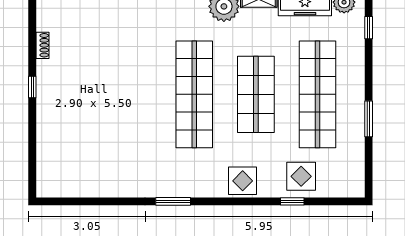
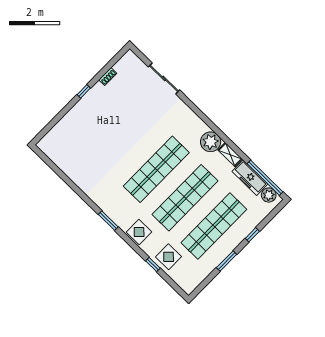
window: (369, 28) -> (252, 235), moved
shop shelf: (256, 94) -> (185, 198), width x1.40
window: (173, 201) -> (108, 221), moved

